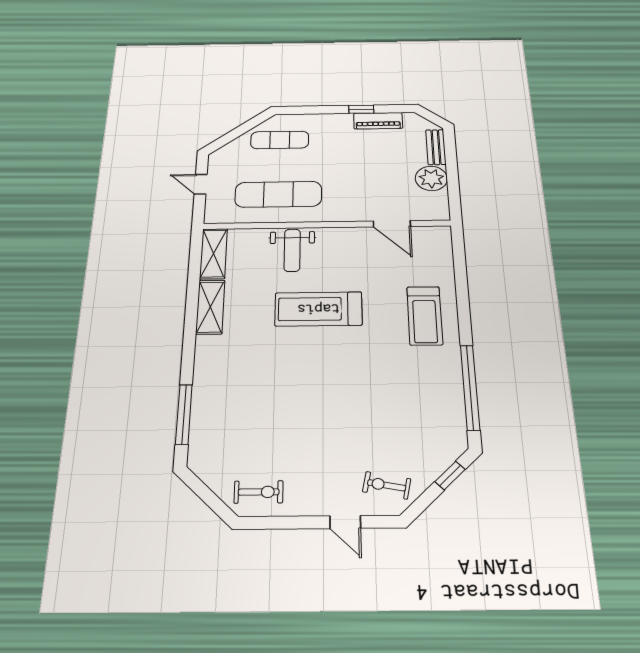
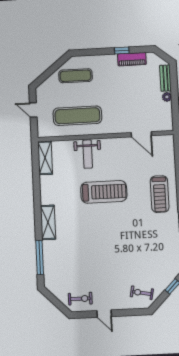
plant: (431, 178) -> (167, 97), width x0.53, depth x0.53
shelving: (210, 307) -> (48, 222), moved
treadmill: (318, 309) -> (104, 192), turned 180
door: (345, 522) -> (104, 314), moved

